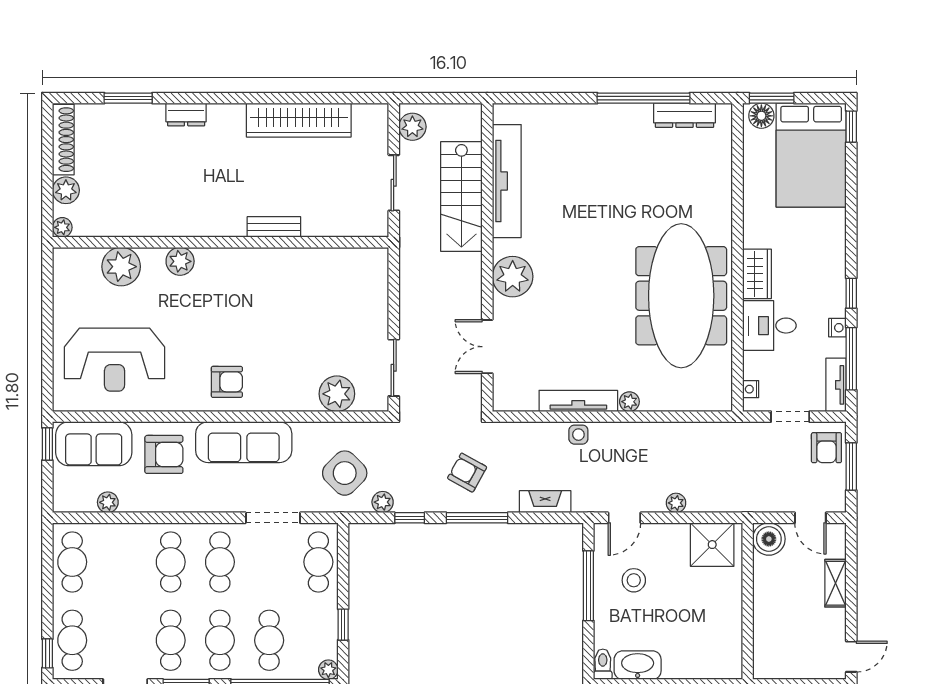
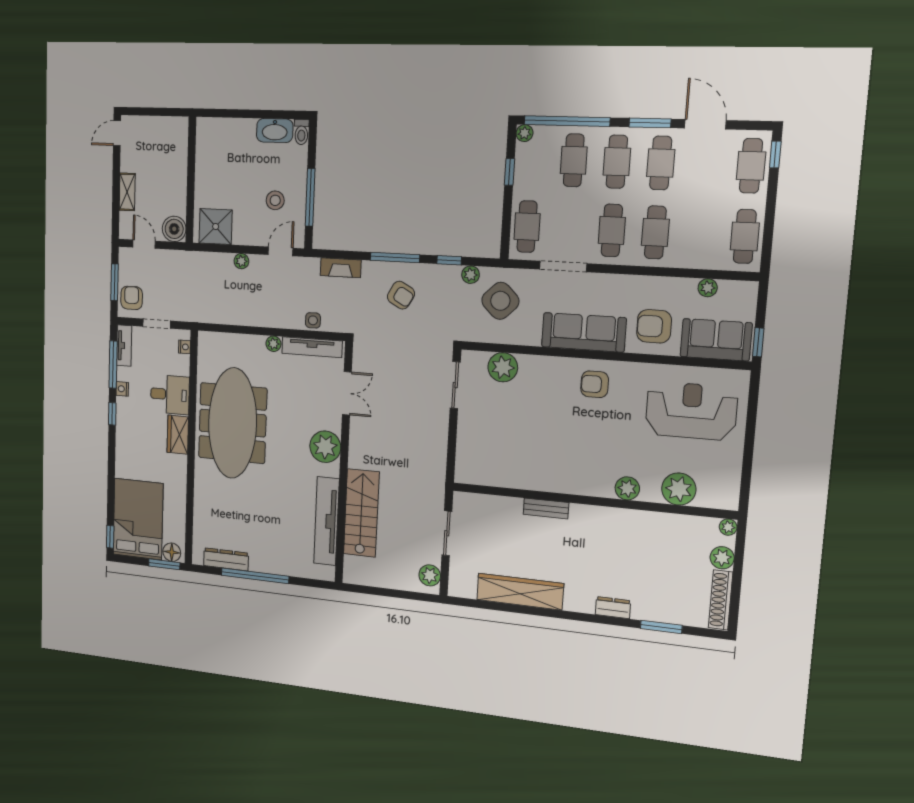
tv unit: (507, 181) -> (326, 521), moved
stairs: (461, 197) -> (361, 513), moved
wall: (487, 257) -> (344, 464), moved
plant: (513, 277) -> (325, 447), moved
double door: (487, 347) -> (347, 393), moved

